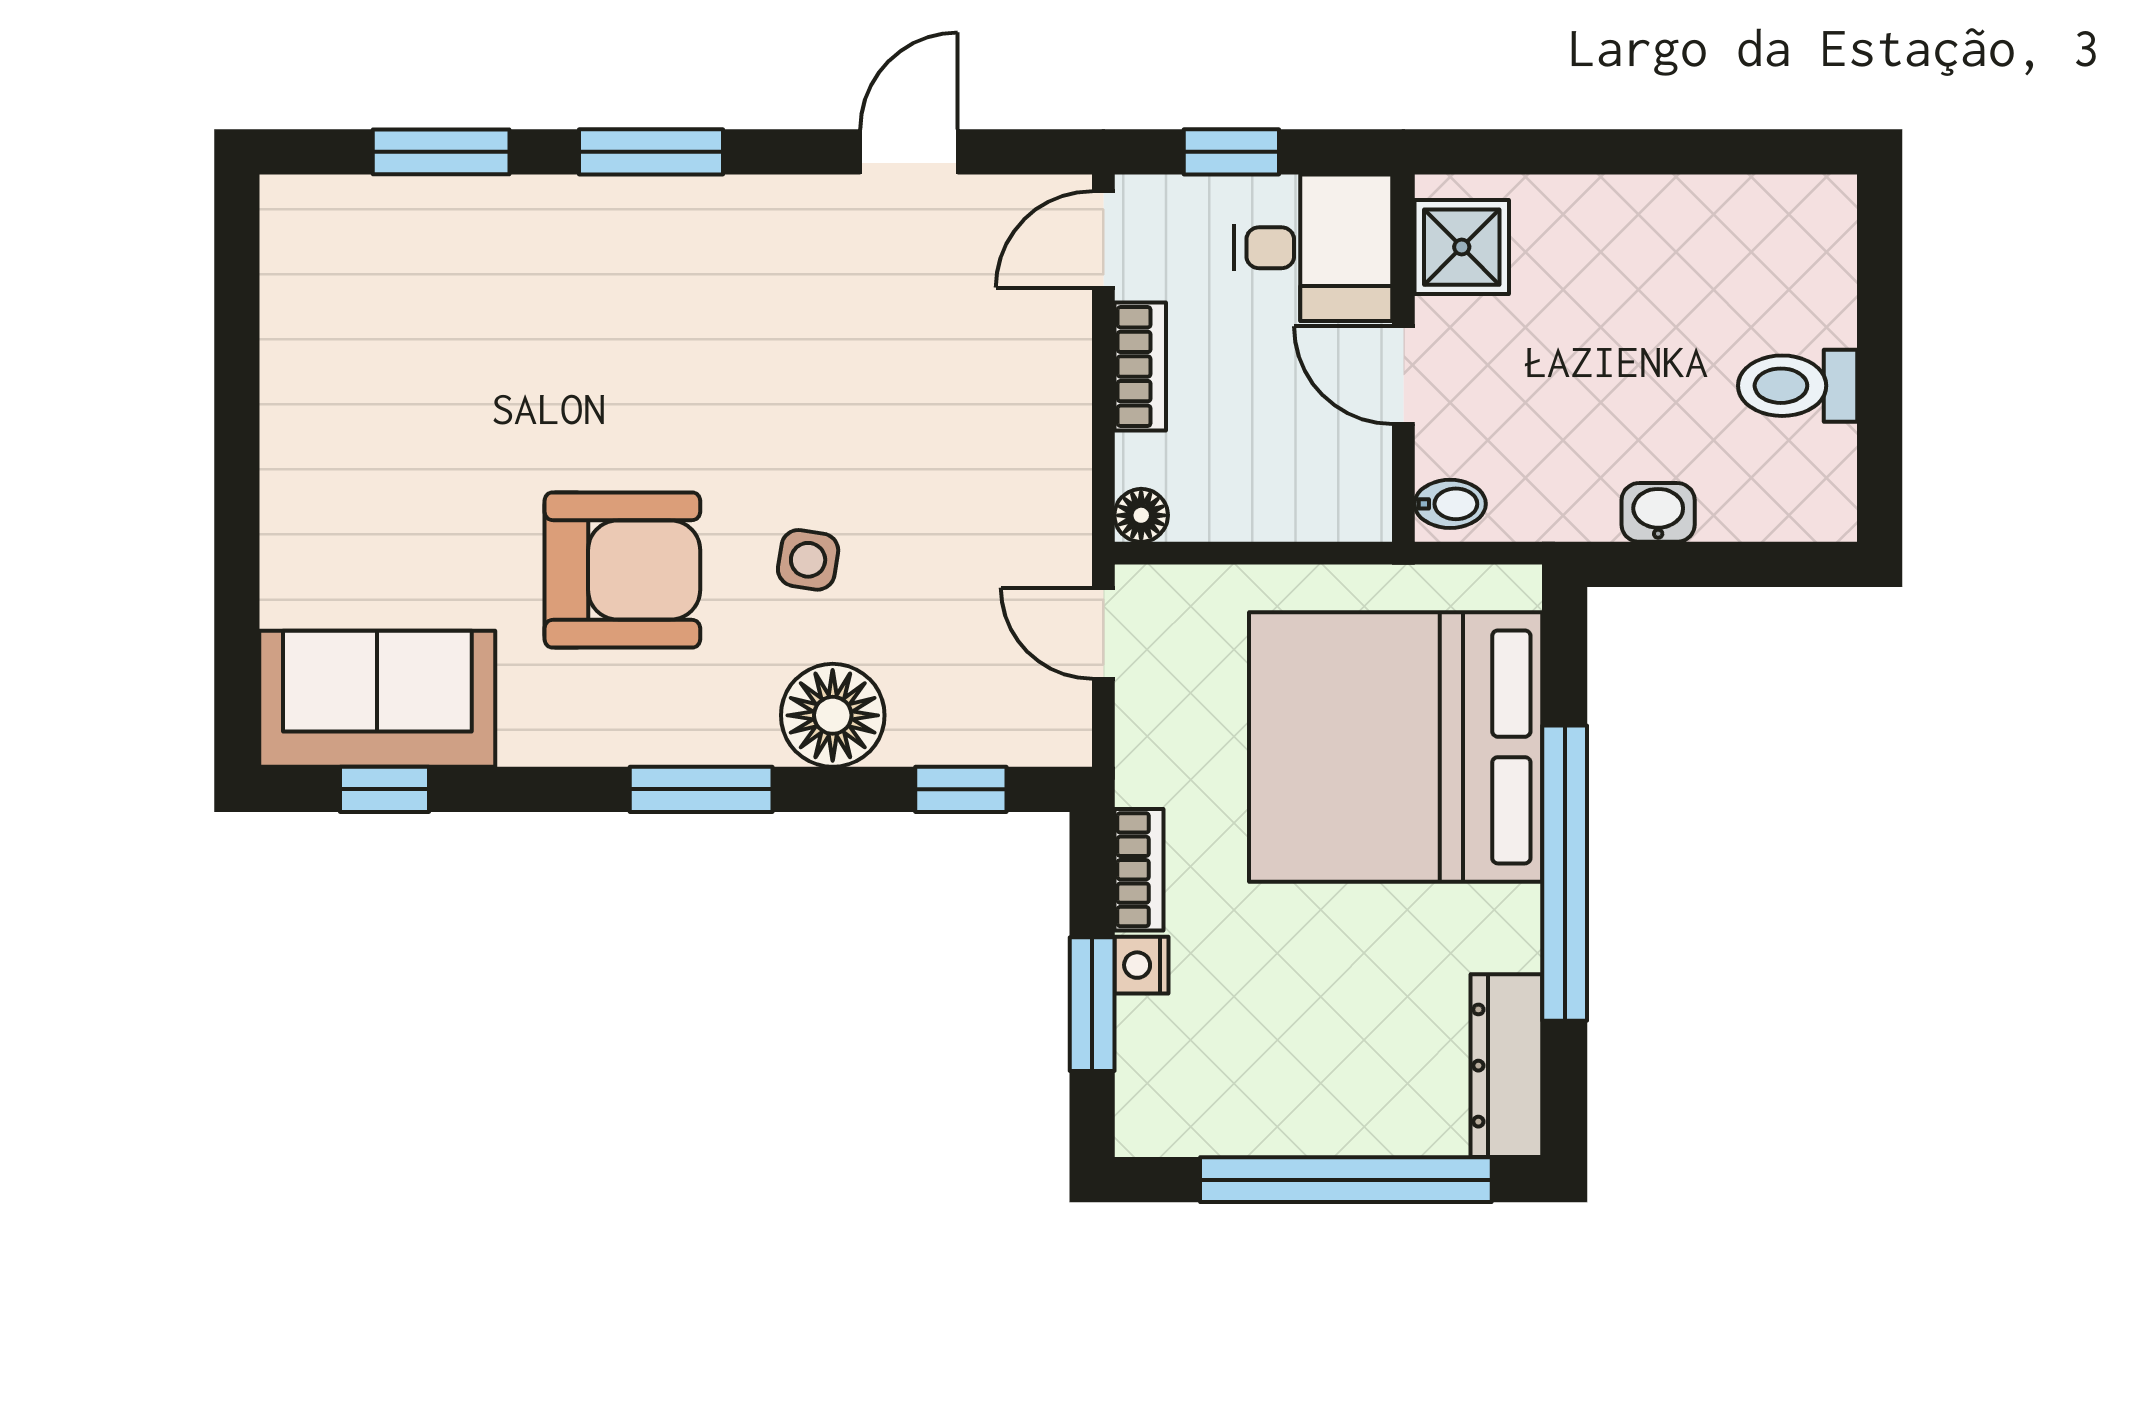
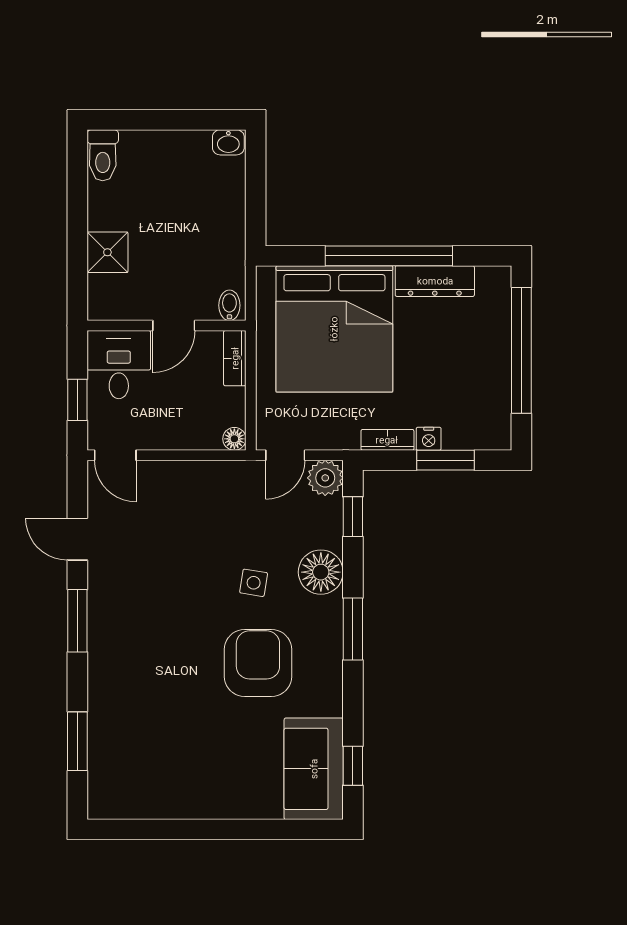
window: (651, 152) -> (77, 621), moved
shower: (1462, 247) -> (107, 252), moved
bookcase: (1140, 366) -> (235, 358), moved, turned -90
toilet: (1798, 386) -> (103, 155), moved
washbasin: (1658, 512) -> (228, 142), moved, turned -90
plant: (1051, 726) -> (325, 478), added
dresser: (1506, 1066) -> (435, 281), moved

